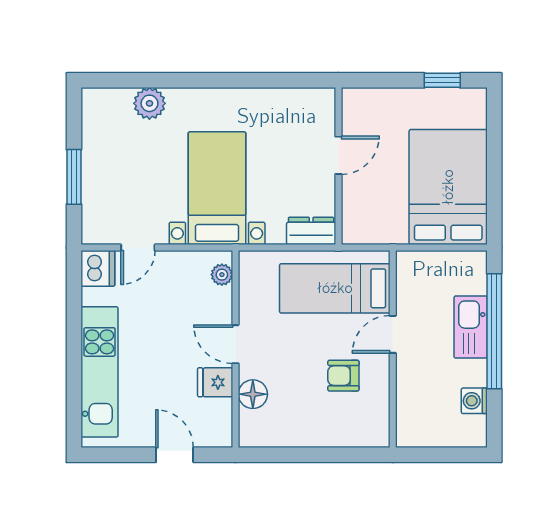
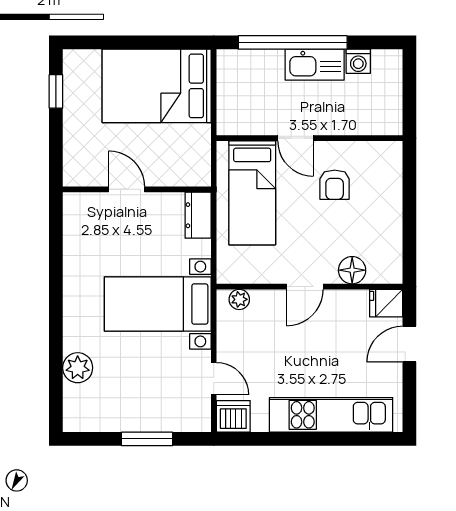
kitchen sink: (471, 327) -> (315, 65), moved
fridge: (215, 382) -> (386, 303), moved, turned 90

